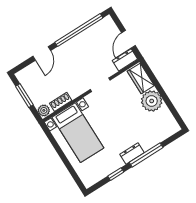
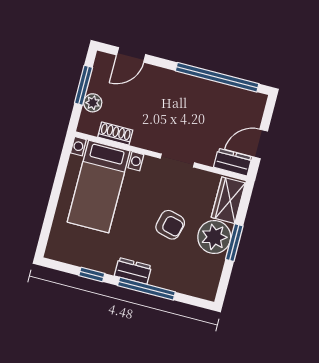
door: (42, 53) -> (131, 55), moved
window: (163, 94) -> (234, 243), added
plant: (44, 110) -> (93, 103), moved
armchair: (127, 116) -> (170, 225), added

